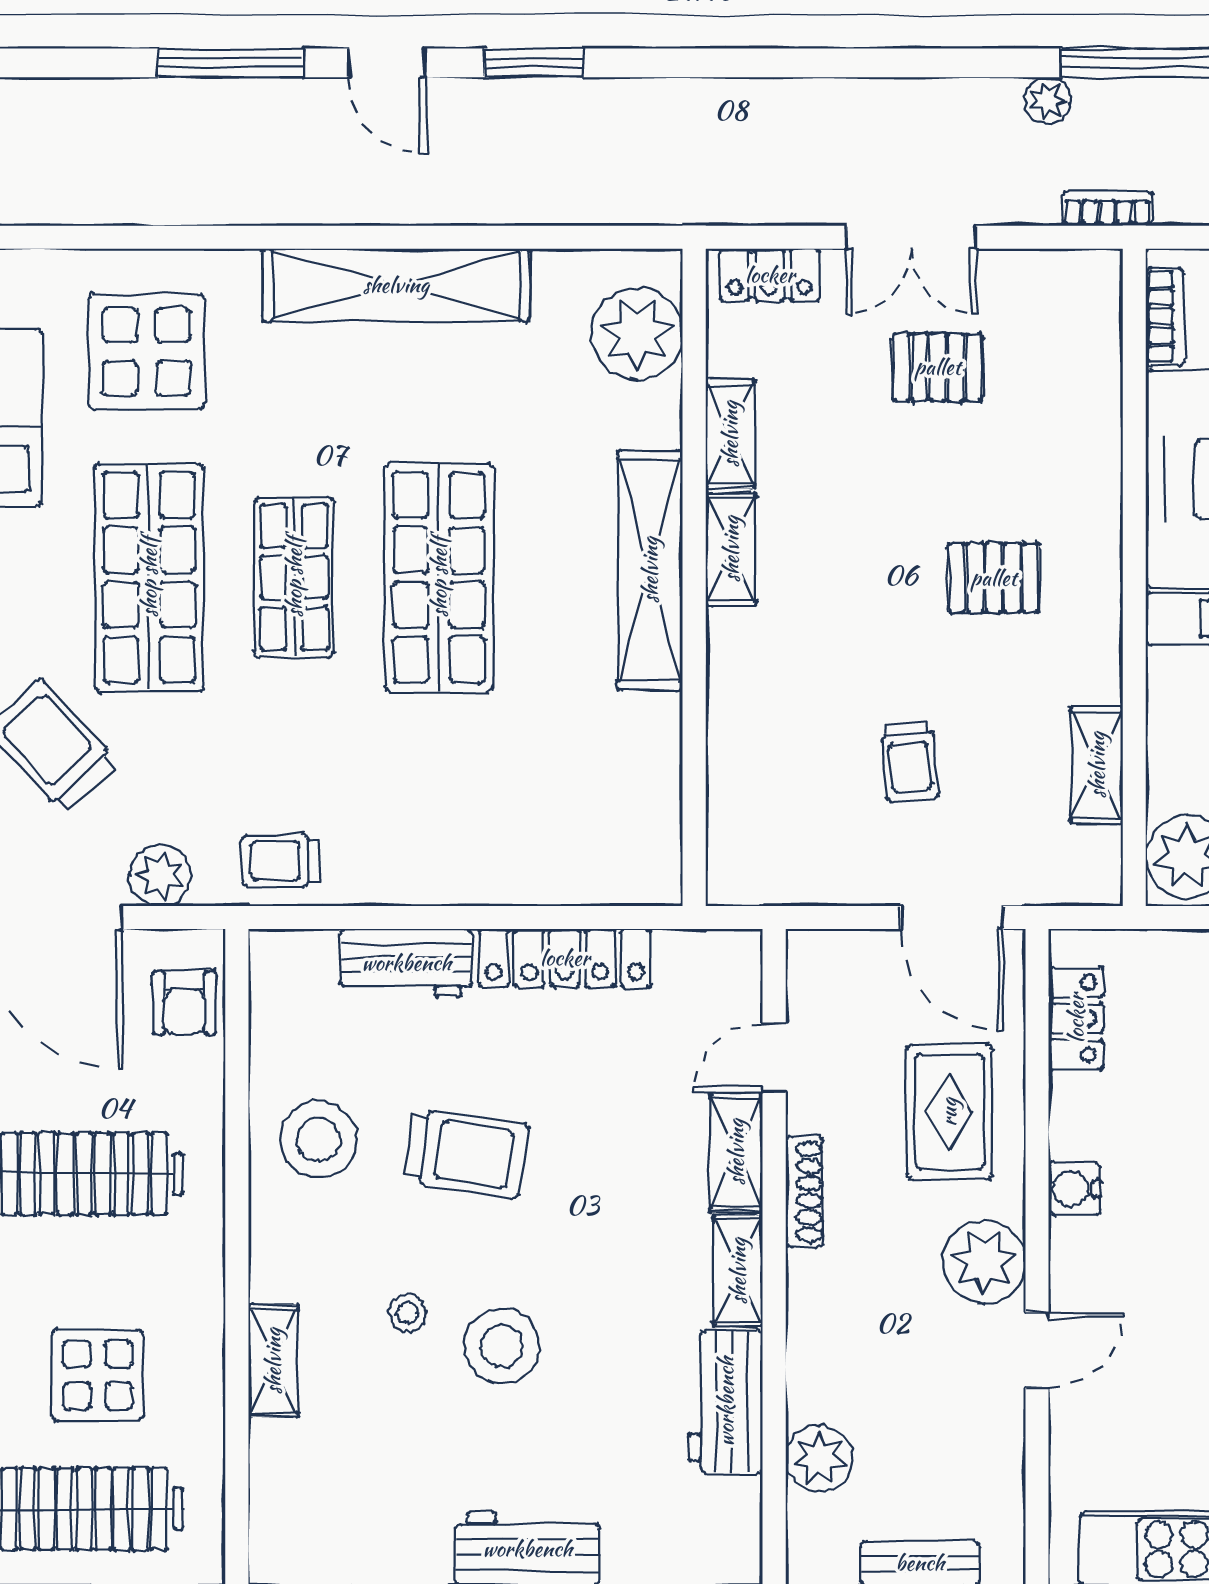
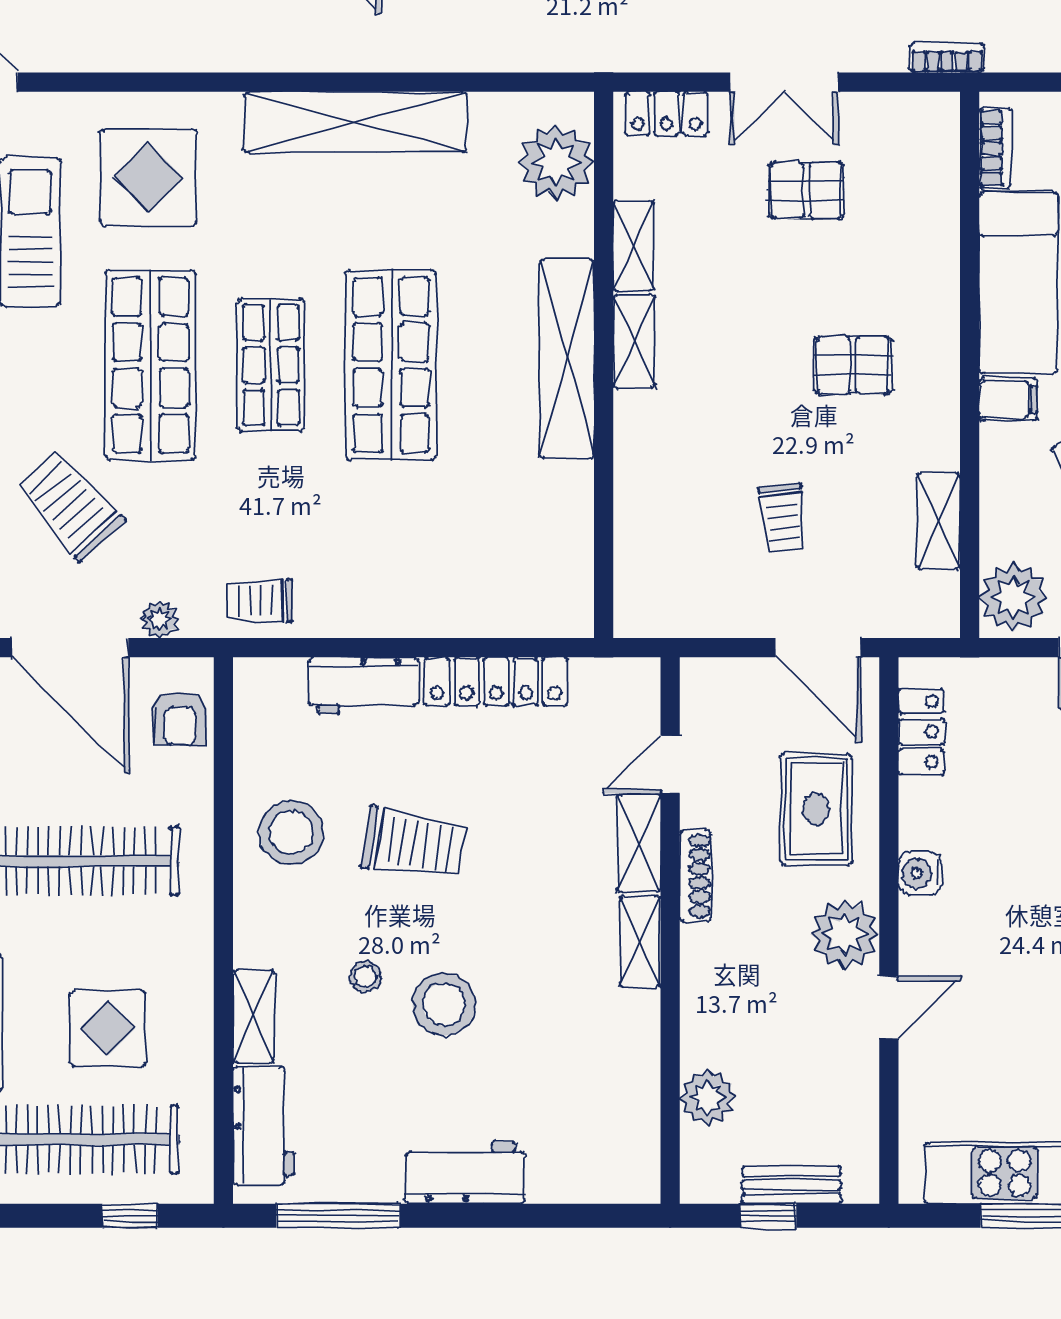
plant: (160, 875) -> (160, 620), width x0.73, depth x0.73
workbench: (726, 1402) -> (264, 1126), moved, turned 180

